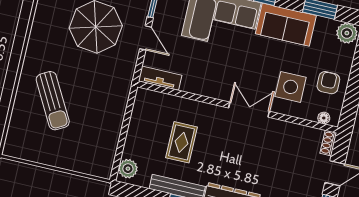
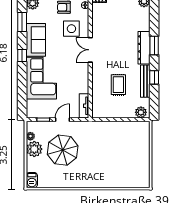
sun lounger: (53, 101) -> (111, 165), removed
rug: (182, 142) -> (118, 85), turned 90

